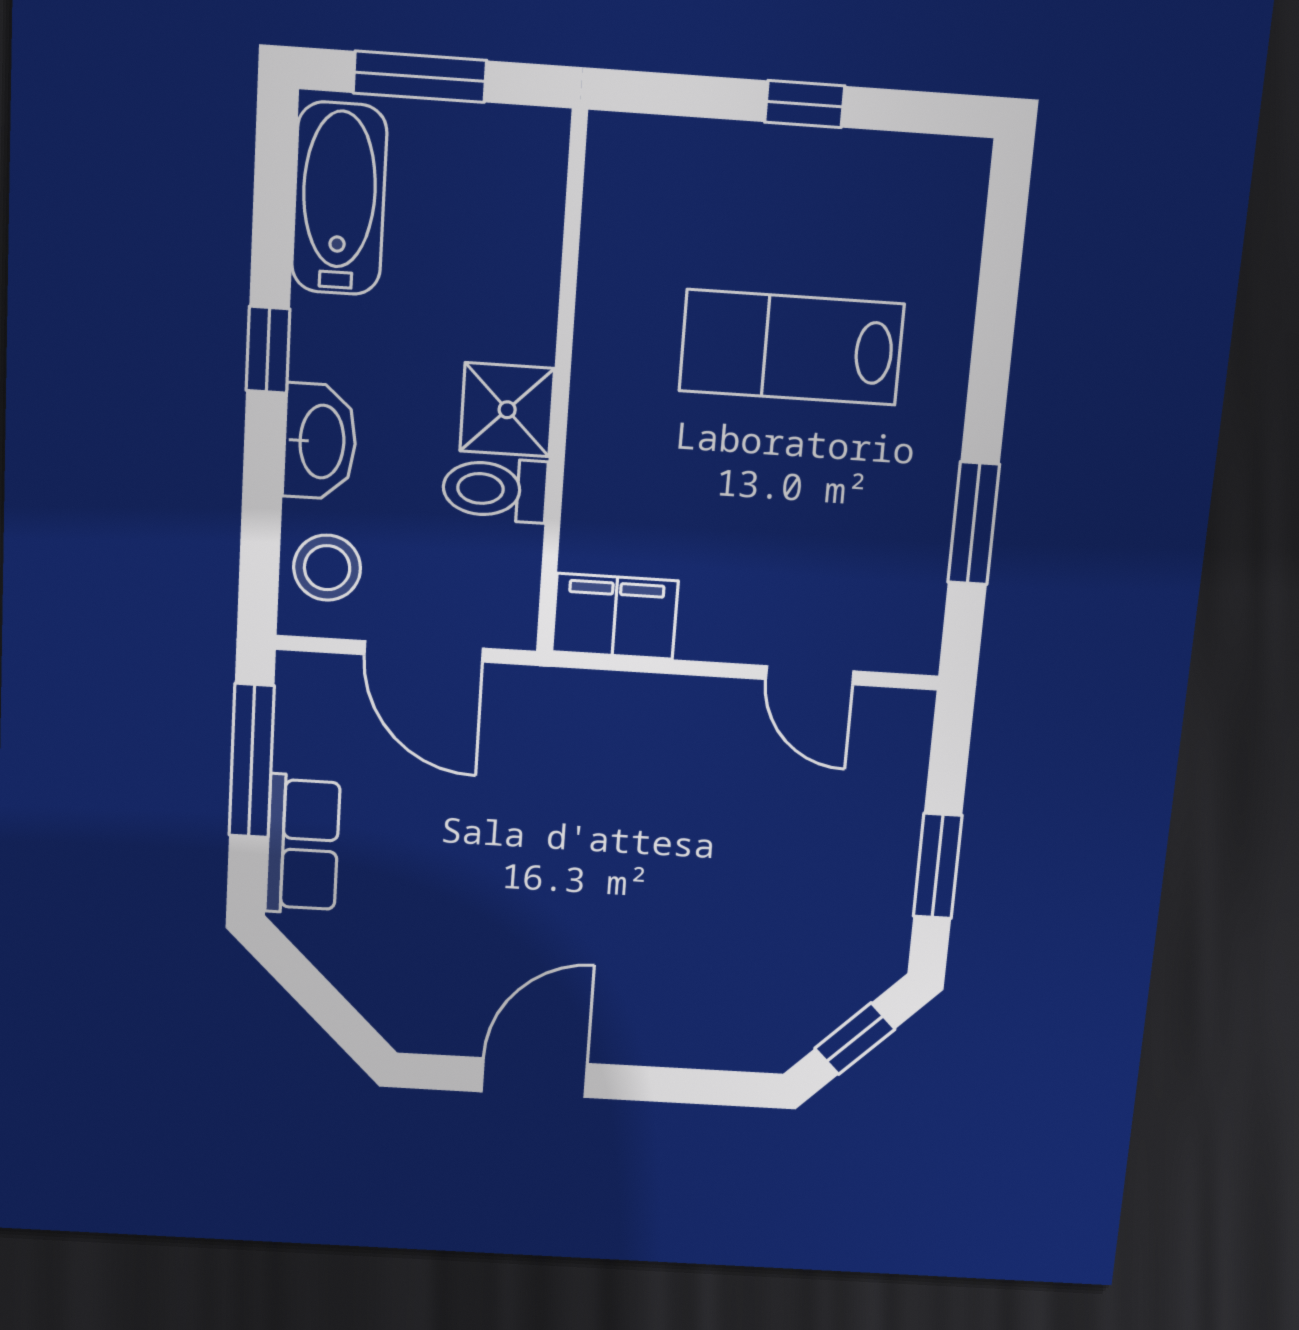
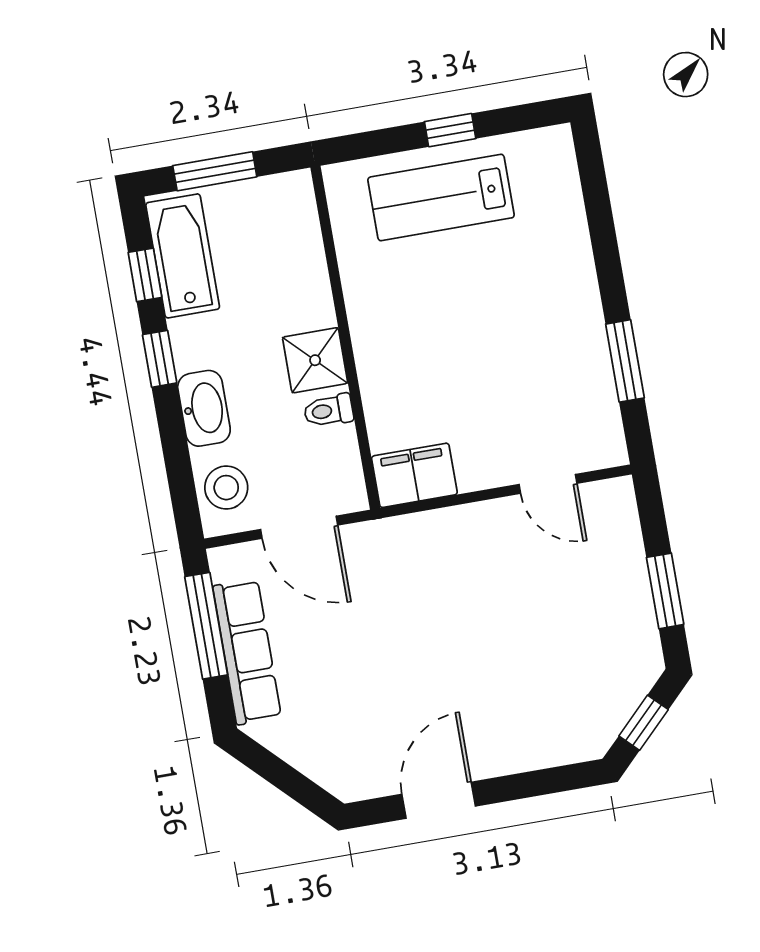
window: (273, 214) -> (145, 275), added
lab bench: (792, 347) -> (441, 197), moved
toilet: (495, 489) -> (329, 411), width x0.73, depth x0.72
row of seats: (303, 845) -> (247, 652), width x1.48

